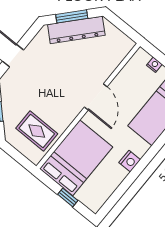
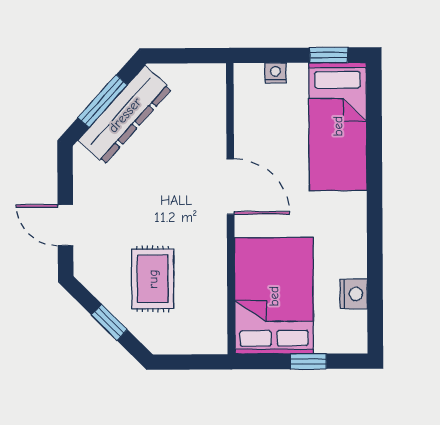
rug: (37, 131) -> (153, 279), moved, turned 90
nightstand: (130, 161) -> (354, 294), moved

